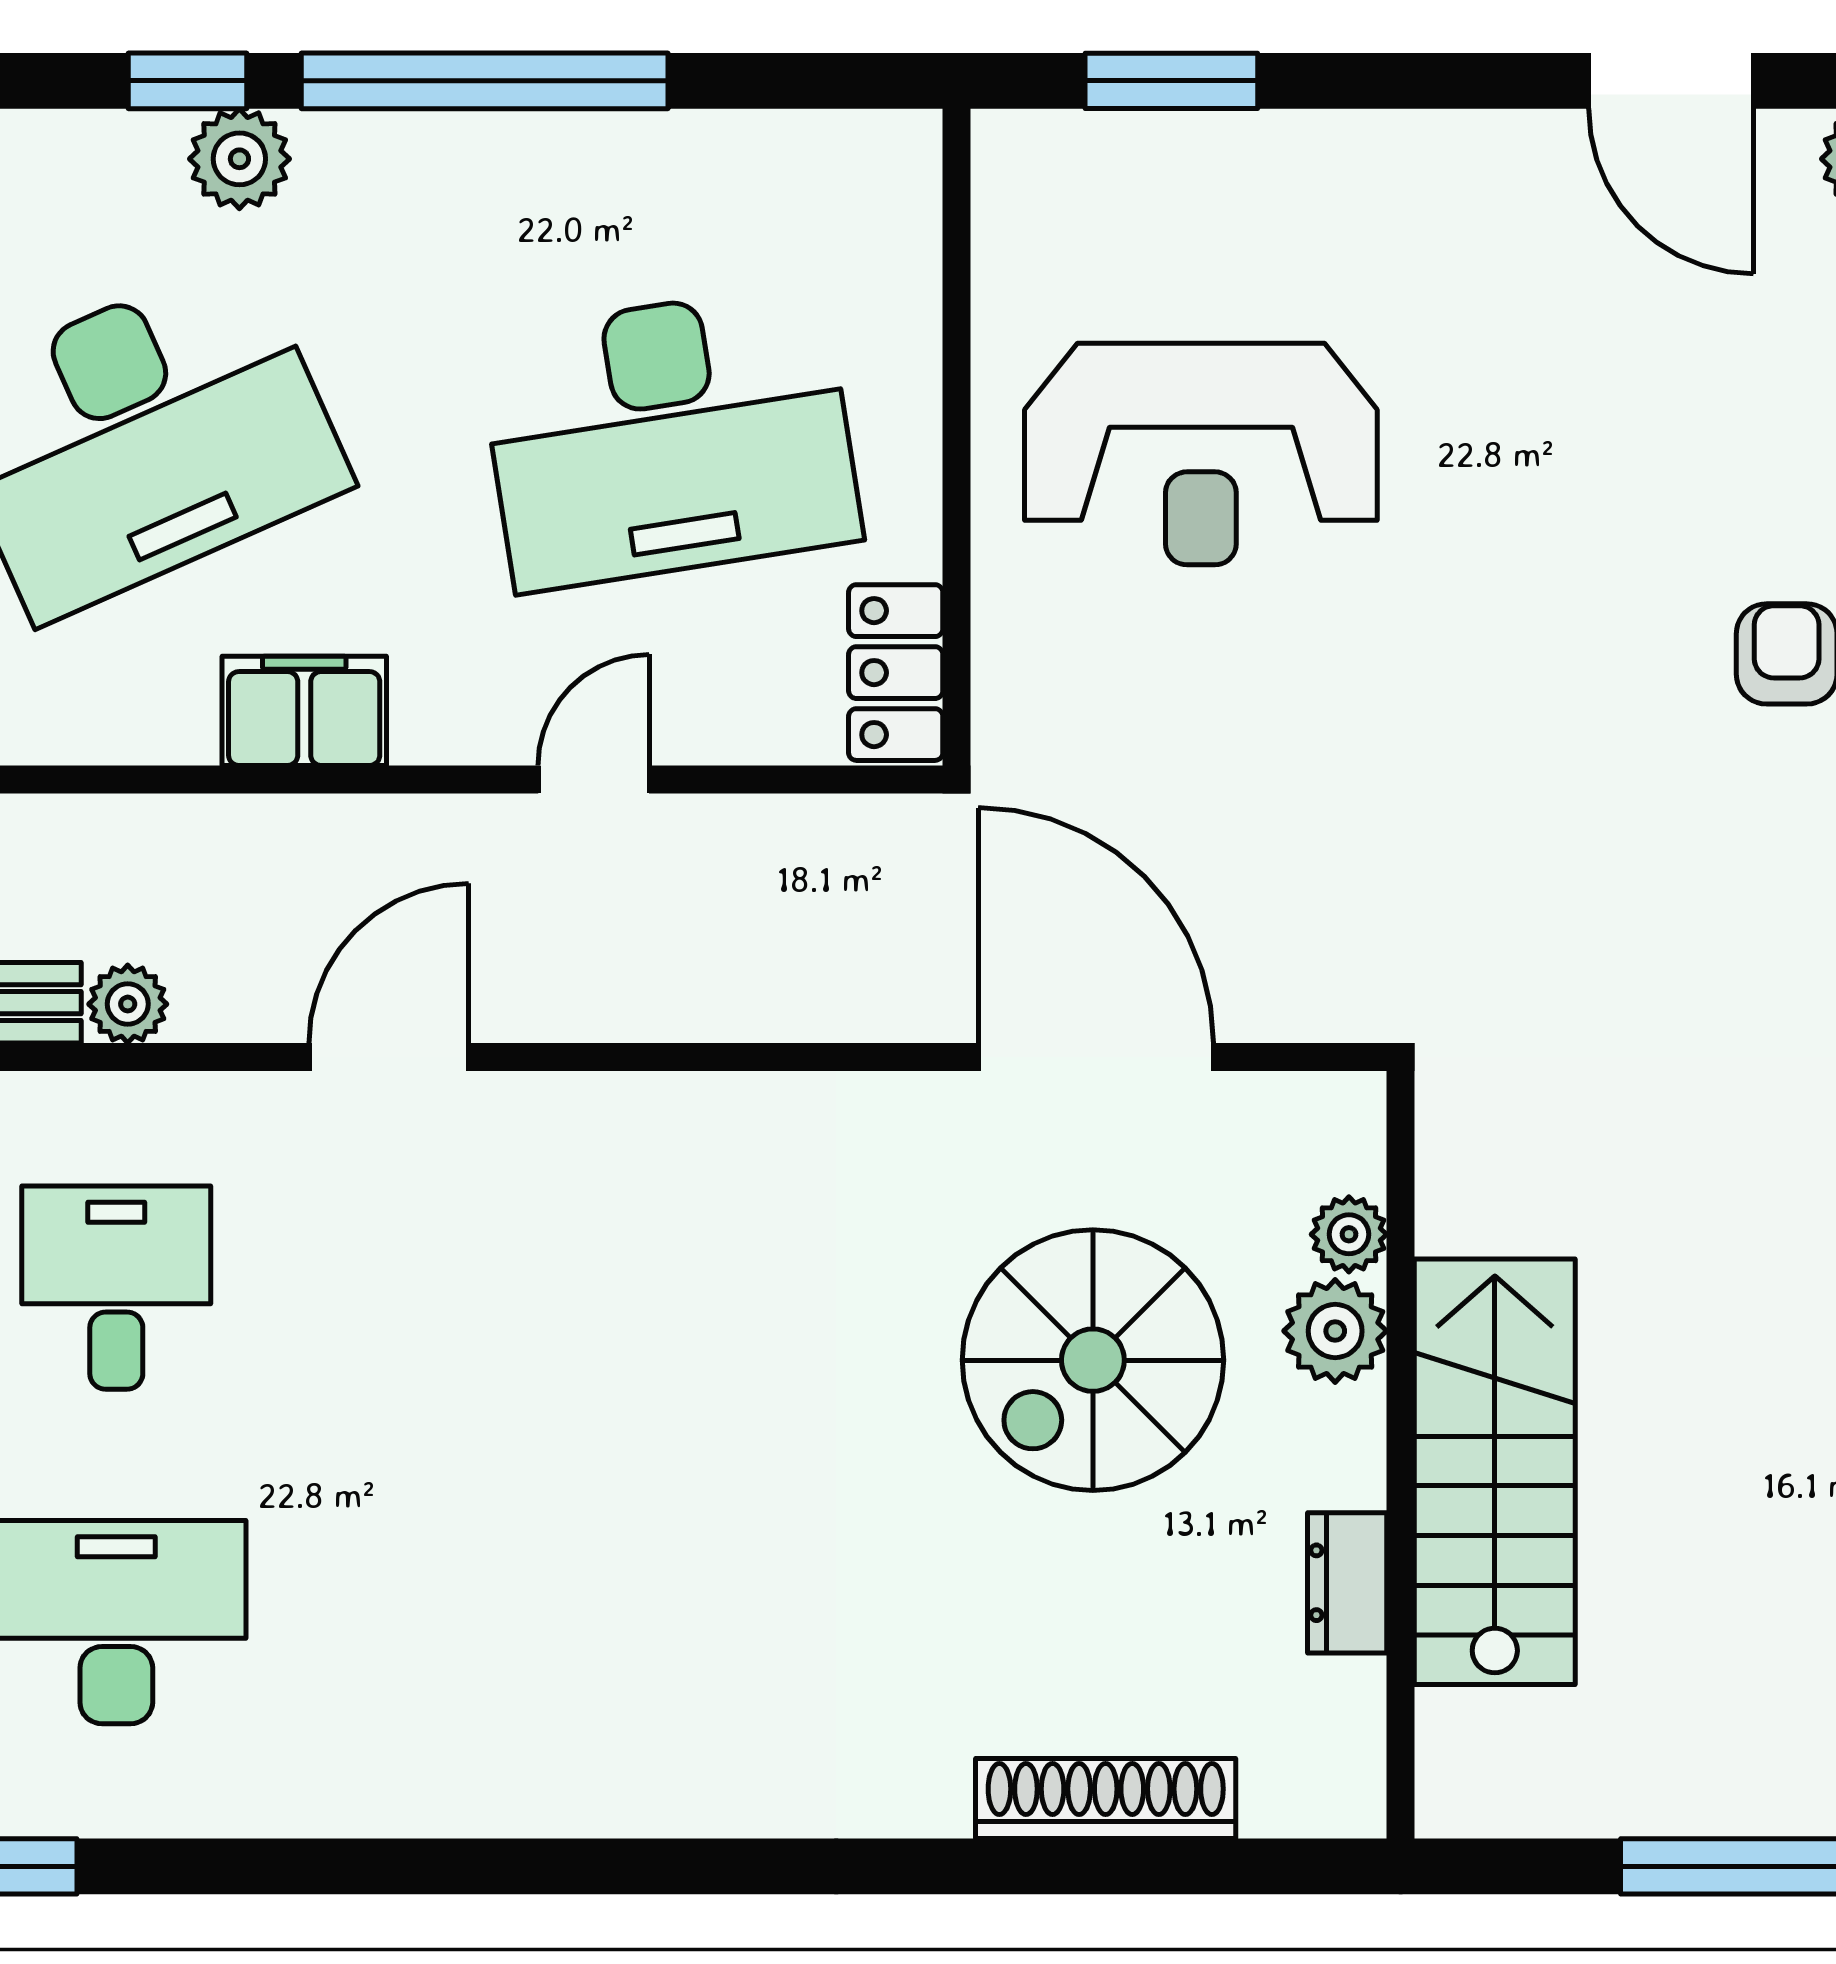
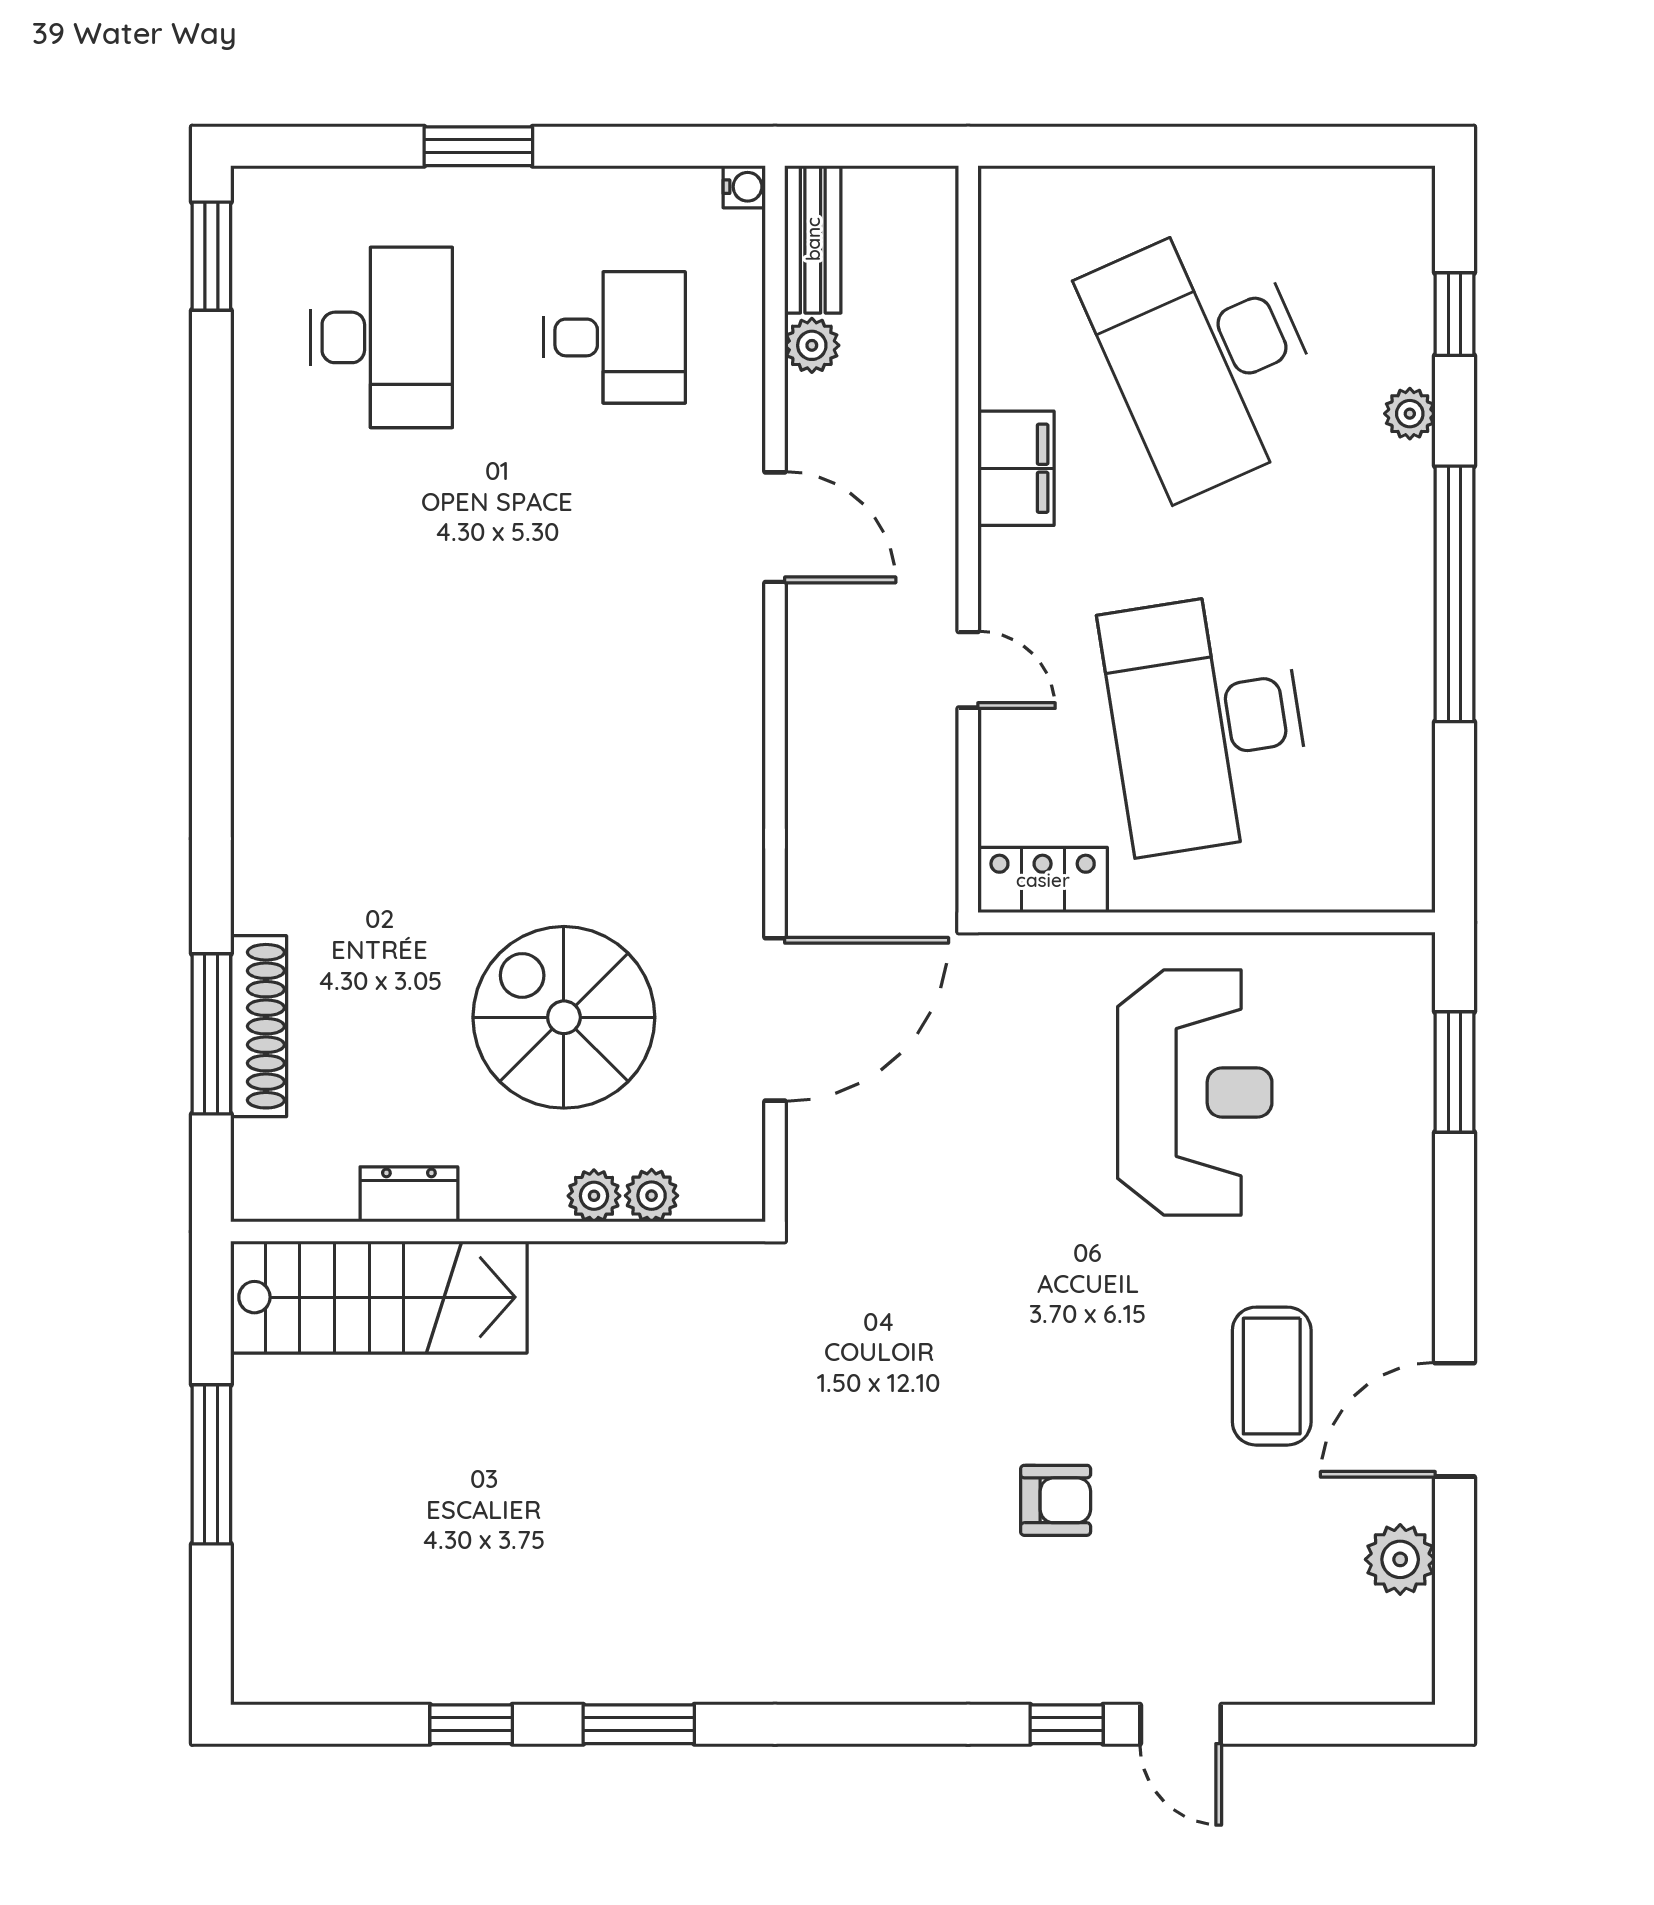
window: (187, 81) -> (1454, 314), moved
plant: (239, 159) -> (1410, 414), width x0.73, depth x0.73
coffee table: (1608, 344) -> (1272, 1376), added
reception desk: (1201, 454) -> (1195, 1093), turned 180
plant: (1335, 1331) -> (594, 1196), width x0.73, depth x0.73
stairs: (1495, 1472) -> (379, 1297), moved
window: (1117, 1866) -> (211, 1034), added

